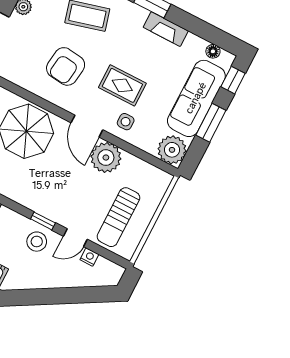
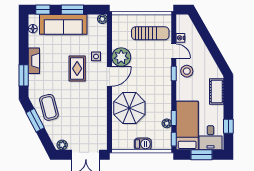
armchair: (66, 66) -> (83, 105), removed
plant: (172, 150) -> (102, 19), width x0.53, depth x0.53

